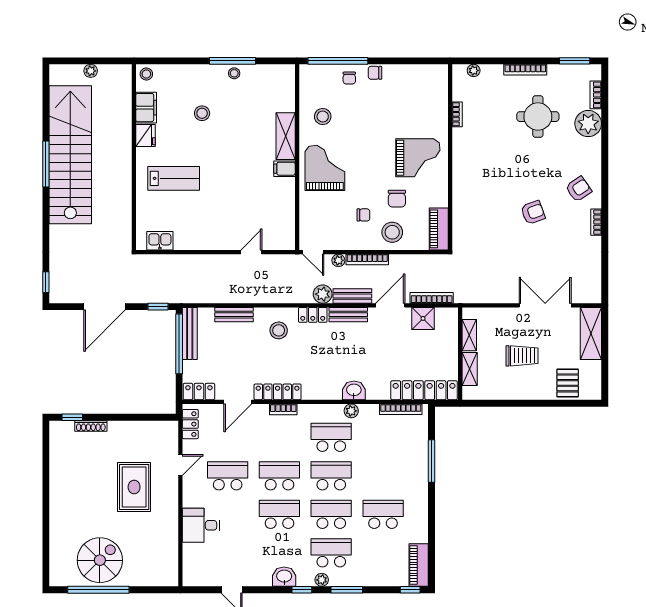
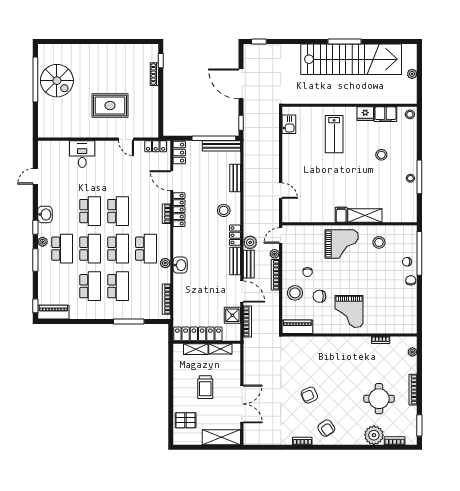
armchair: (533, 212) -> (309, 395), turned 86
locker: (424, 390) -> (198, 334), moved, turned -90
school desk: (228, 476) -> (118, 286), moved

